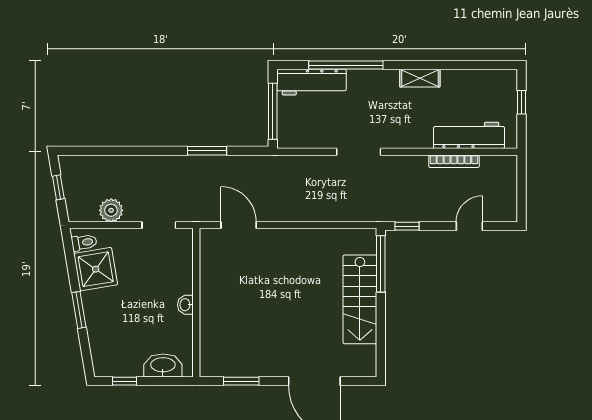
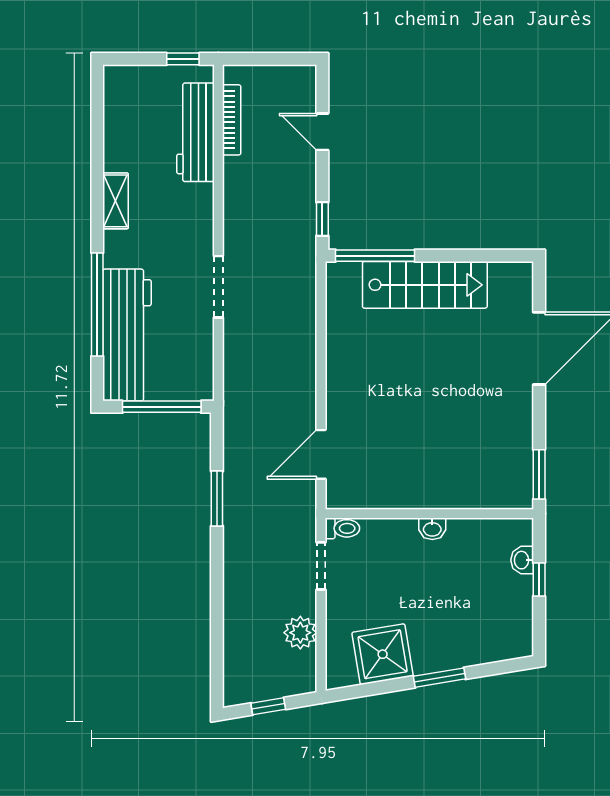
workbench: (311, 82) -> (127, 335), width x1.36, depth x1.32
window: (522, 102) -> (183, 59), moved
bookcase: (454, 161) -> (232, 120), moved
toilet: (84, 242) -> (342, 528), moved, turned 99
washbasin: (163, 365) -> (522, 560), width x0.52, depth x0.69
window: (124, 381) -> (539, 579), moved
window: (241, 381) -> (539, 474), moved

